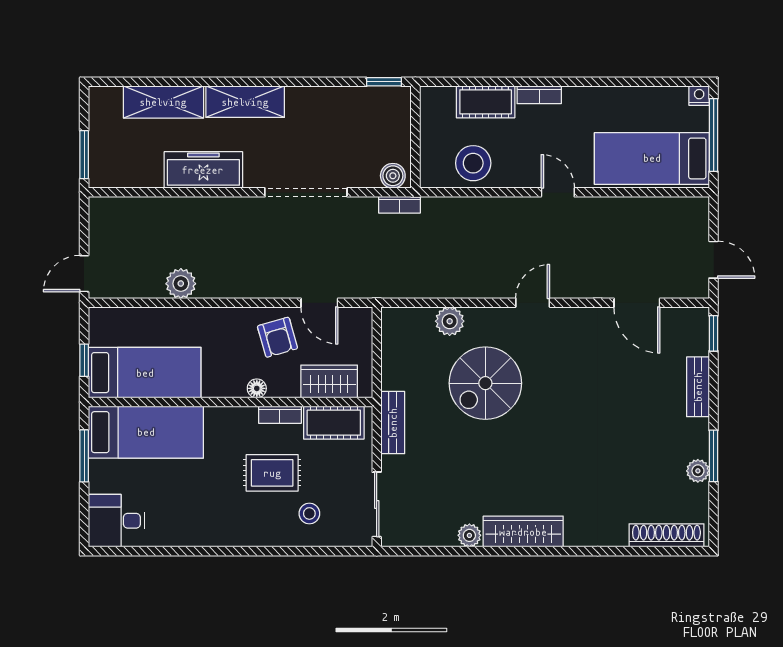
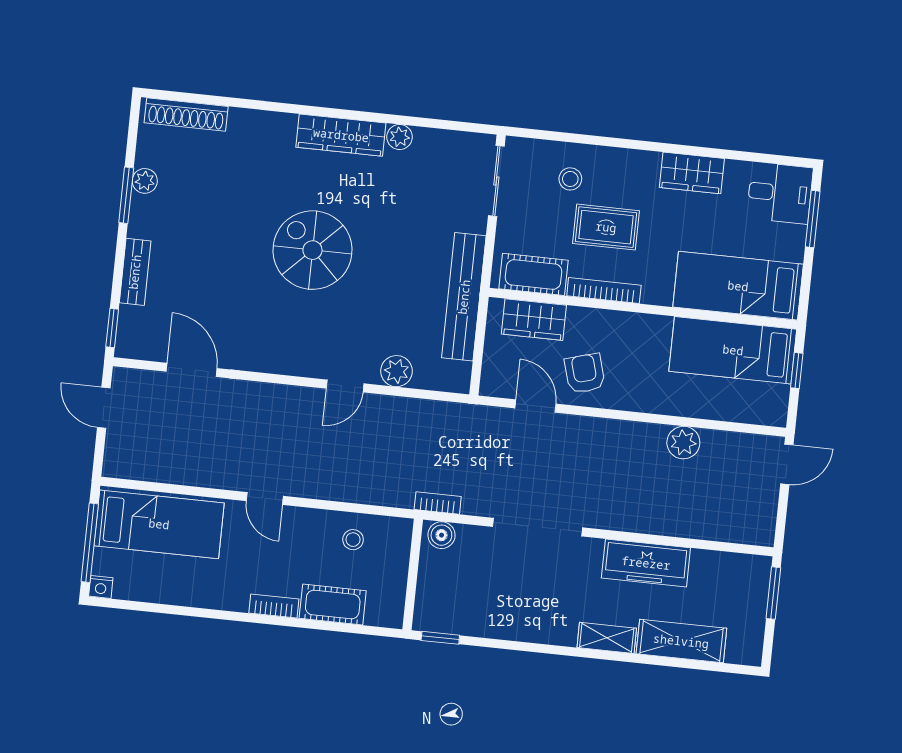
shelving: (245, 102) -> (607, 638), width x0.67, depth x0.75
stool: (473, 163) -> (353, 540), width x0.53, depth x0.53
door: (533, 303) -> (345, 386), moved
spiral stairs: (485, 383) -> (312, 250), moved, turned -90
floor lamp: (257, 388) -> (613, 320), removed
bookcase: (280, 415) -> (604, 291), width x1.56
bench: (393, 423) -> (464, 297), width x1.86, depth x1.21
window: (84, 456) -> (813, 219), moved
wardrobe: (199, 531) -> (692, 173), added

